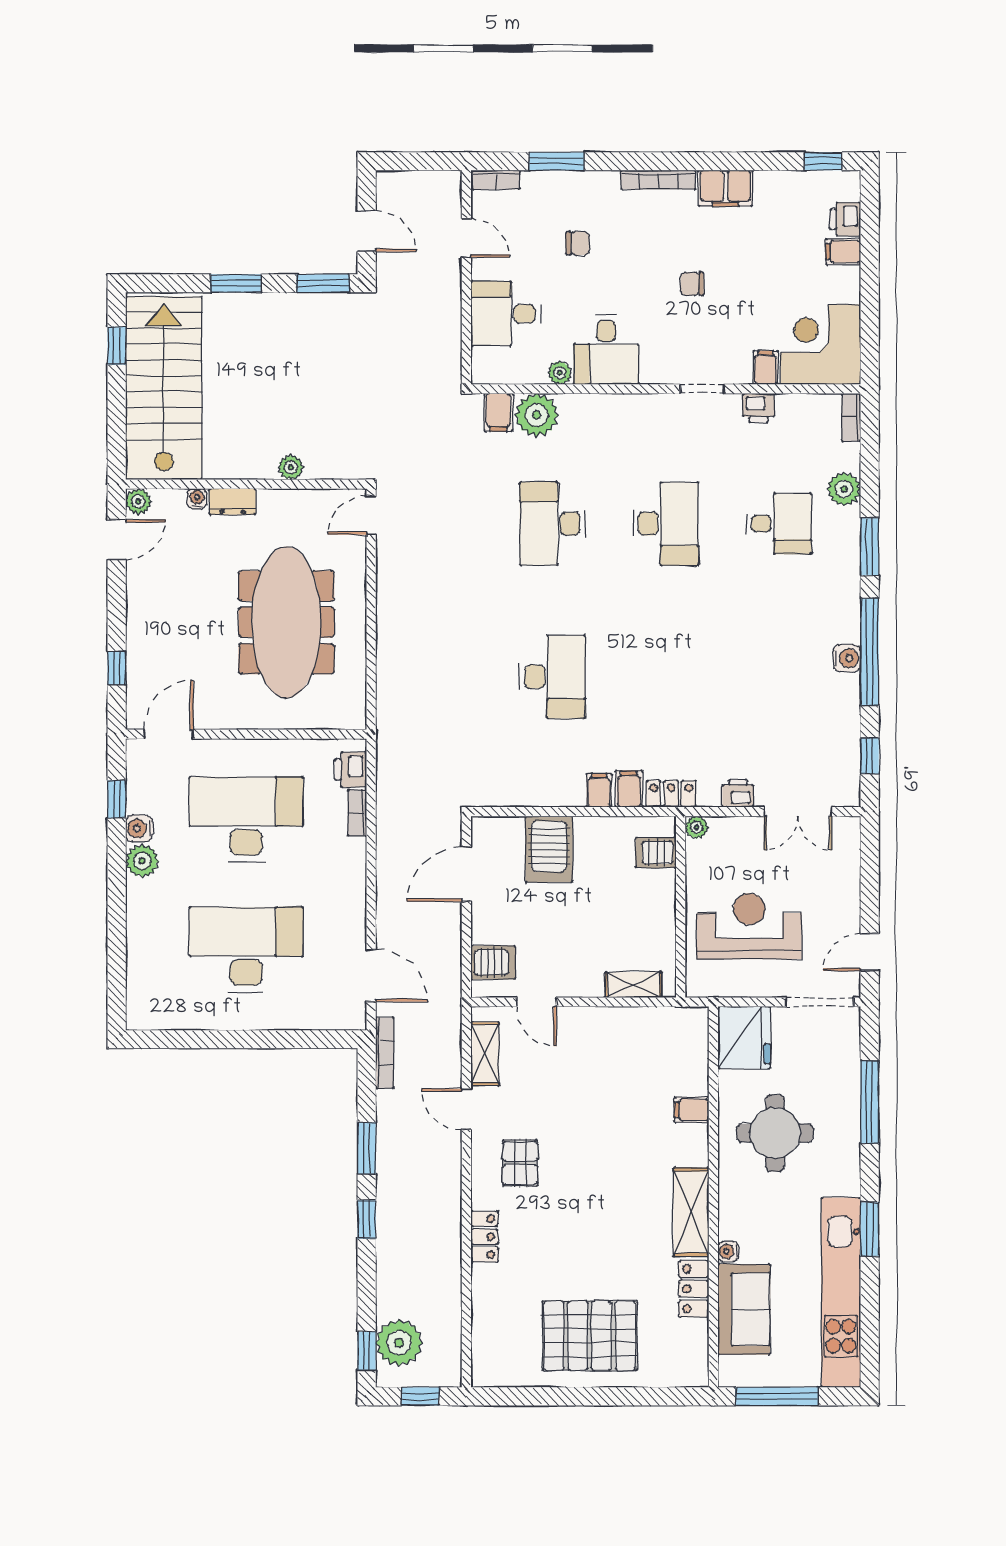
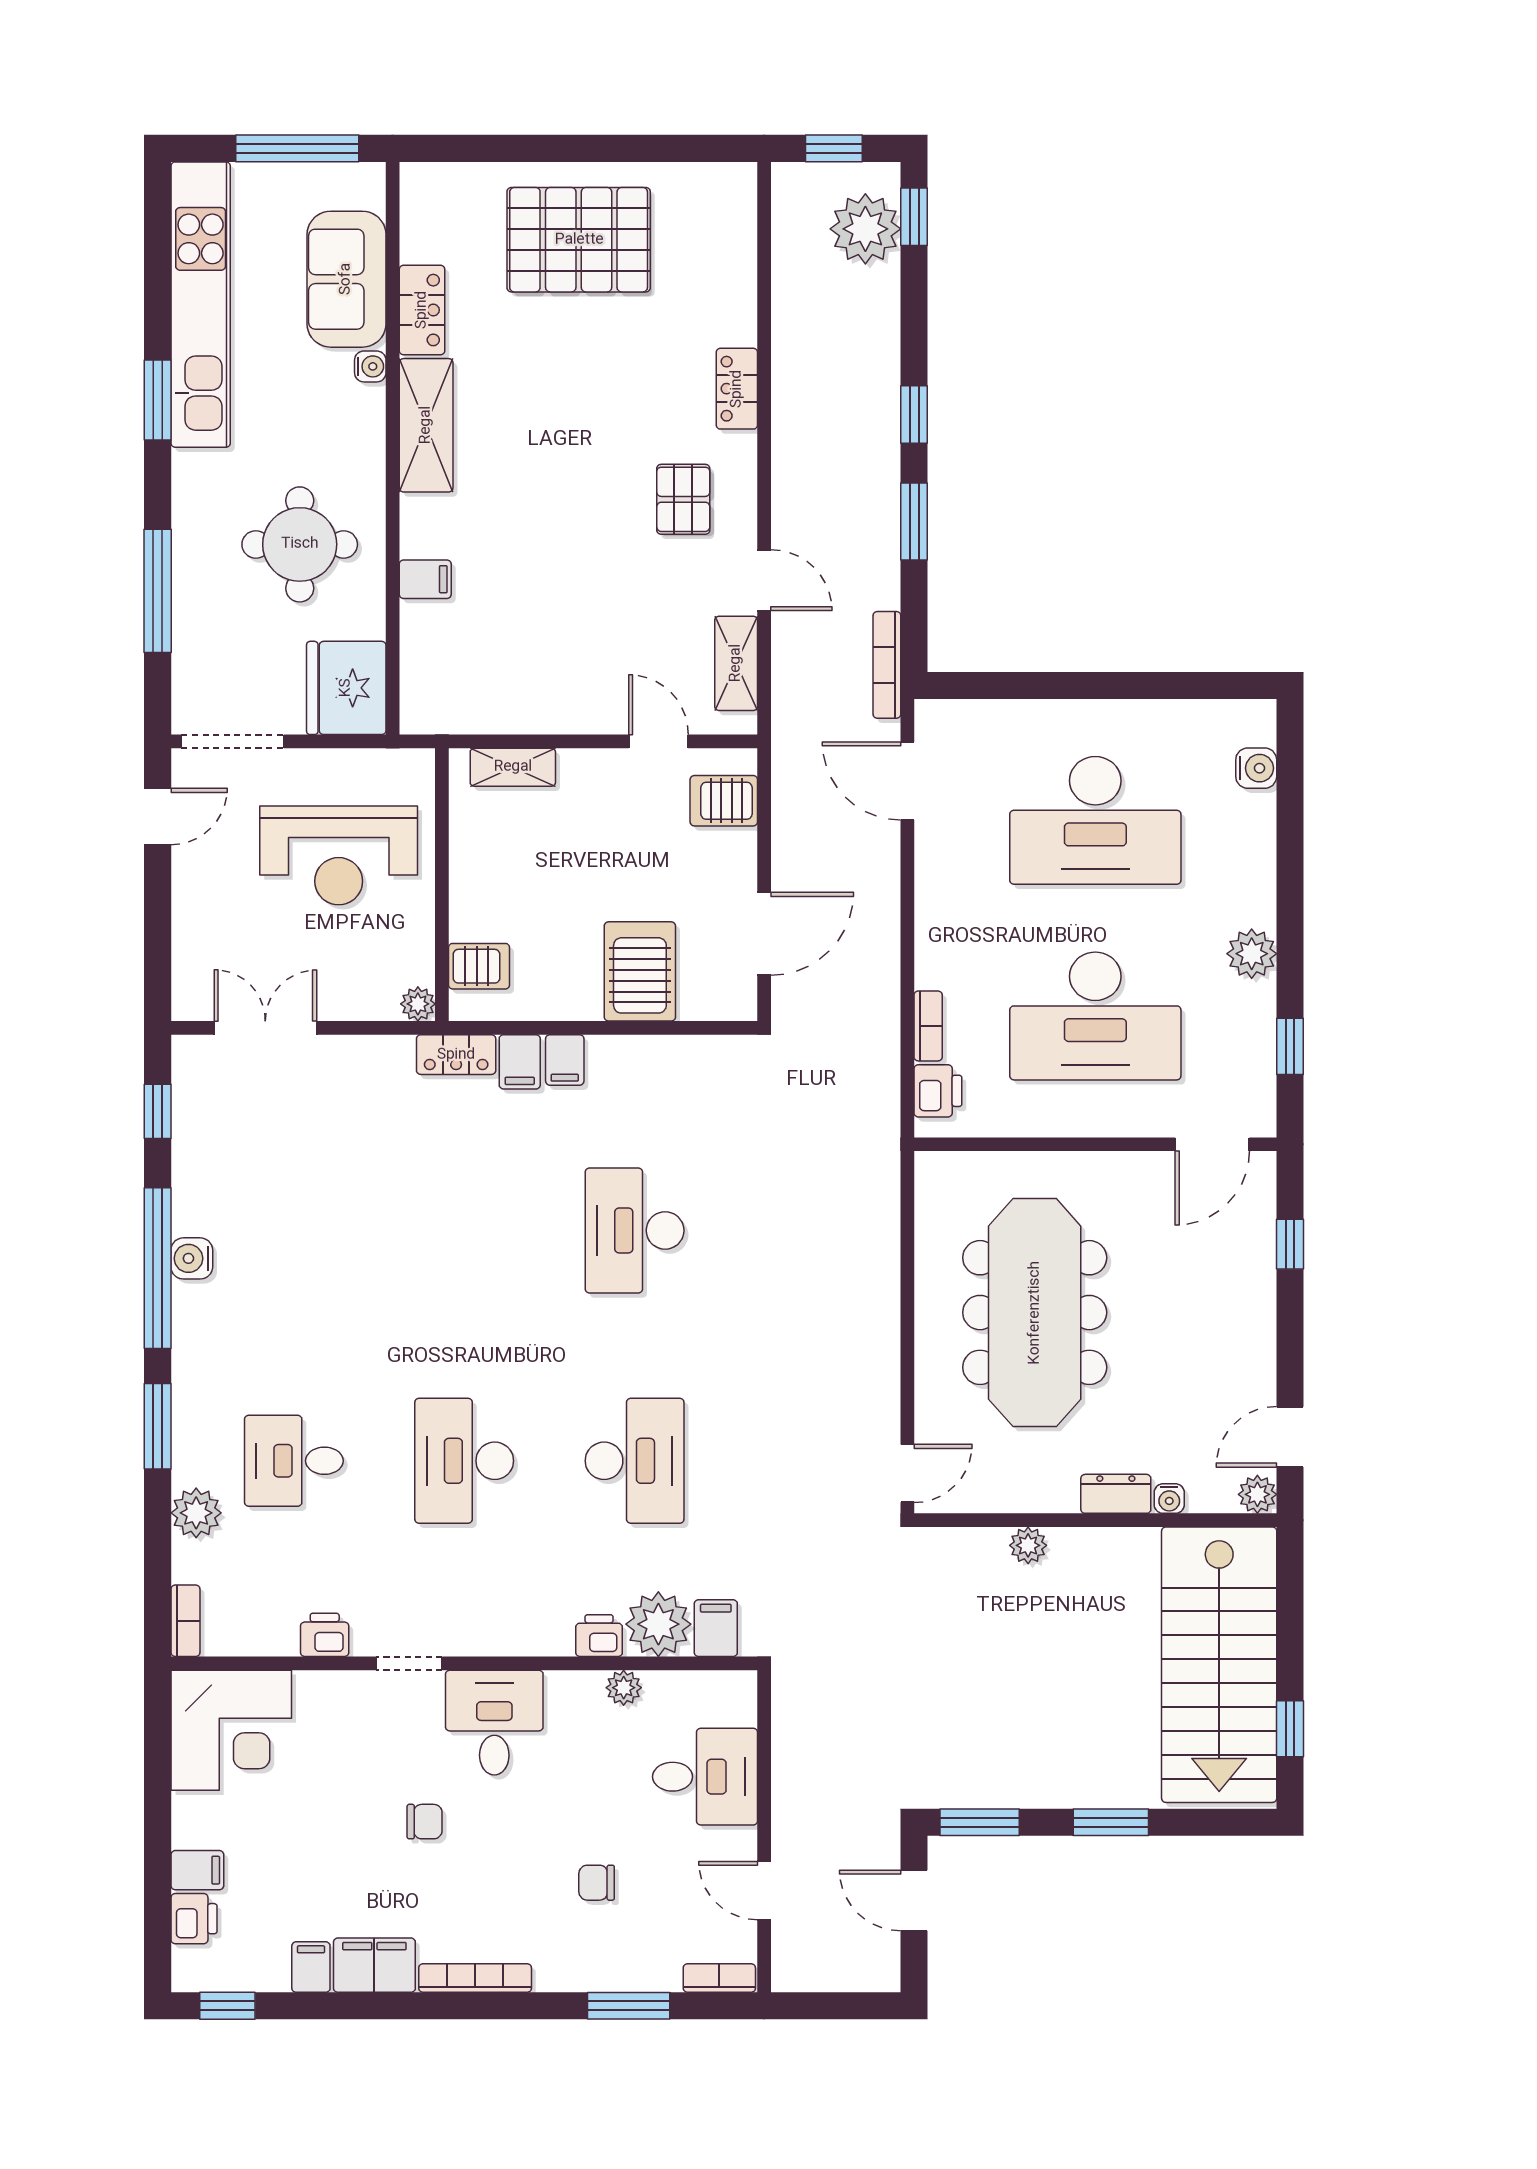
desk: (606, 350) -> (494, 1723), moved
filing cabinet: (766, 368) -> (311, 1967), moved, turned 180
printer: (738, 793) -> (599, 1636), moved, turned 180
water cooler: (139, 828) -> (1256, 768), moved

